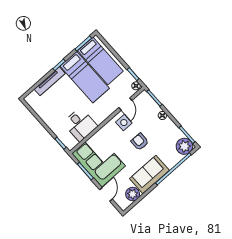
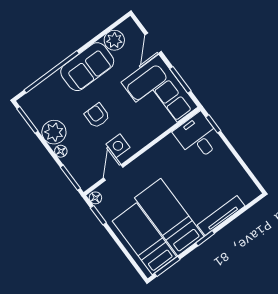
desk: (80, 125) -> (198, 137), moved
armchair: (140, 142) -> (97, 116), turned 180
plant: (184, 146) -> (54, 132), moved

